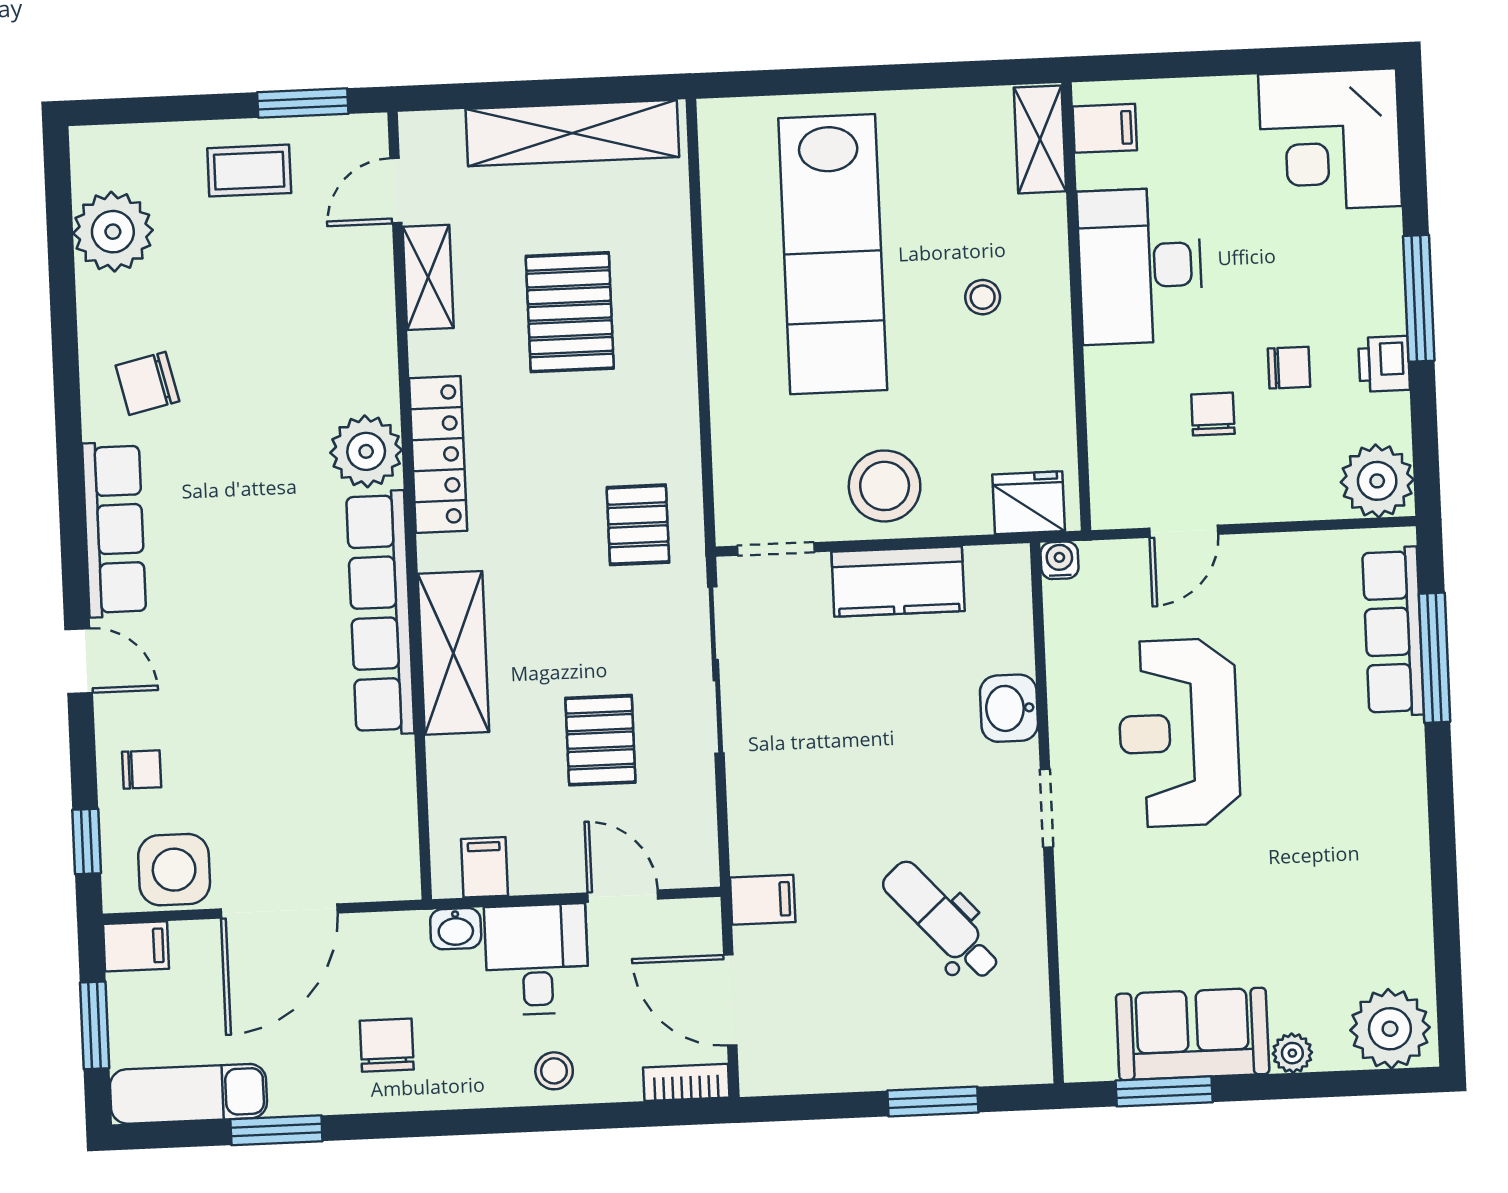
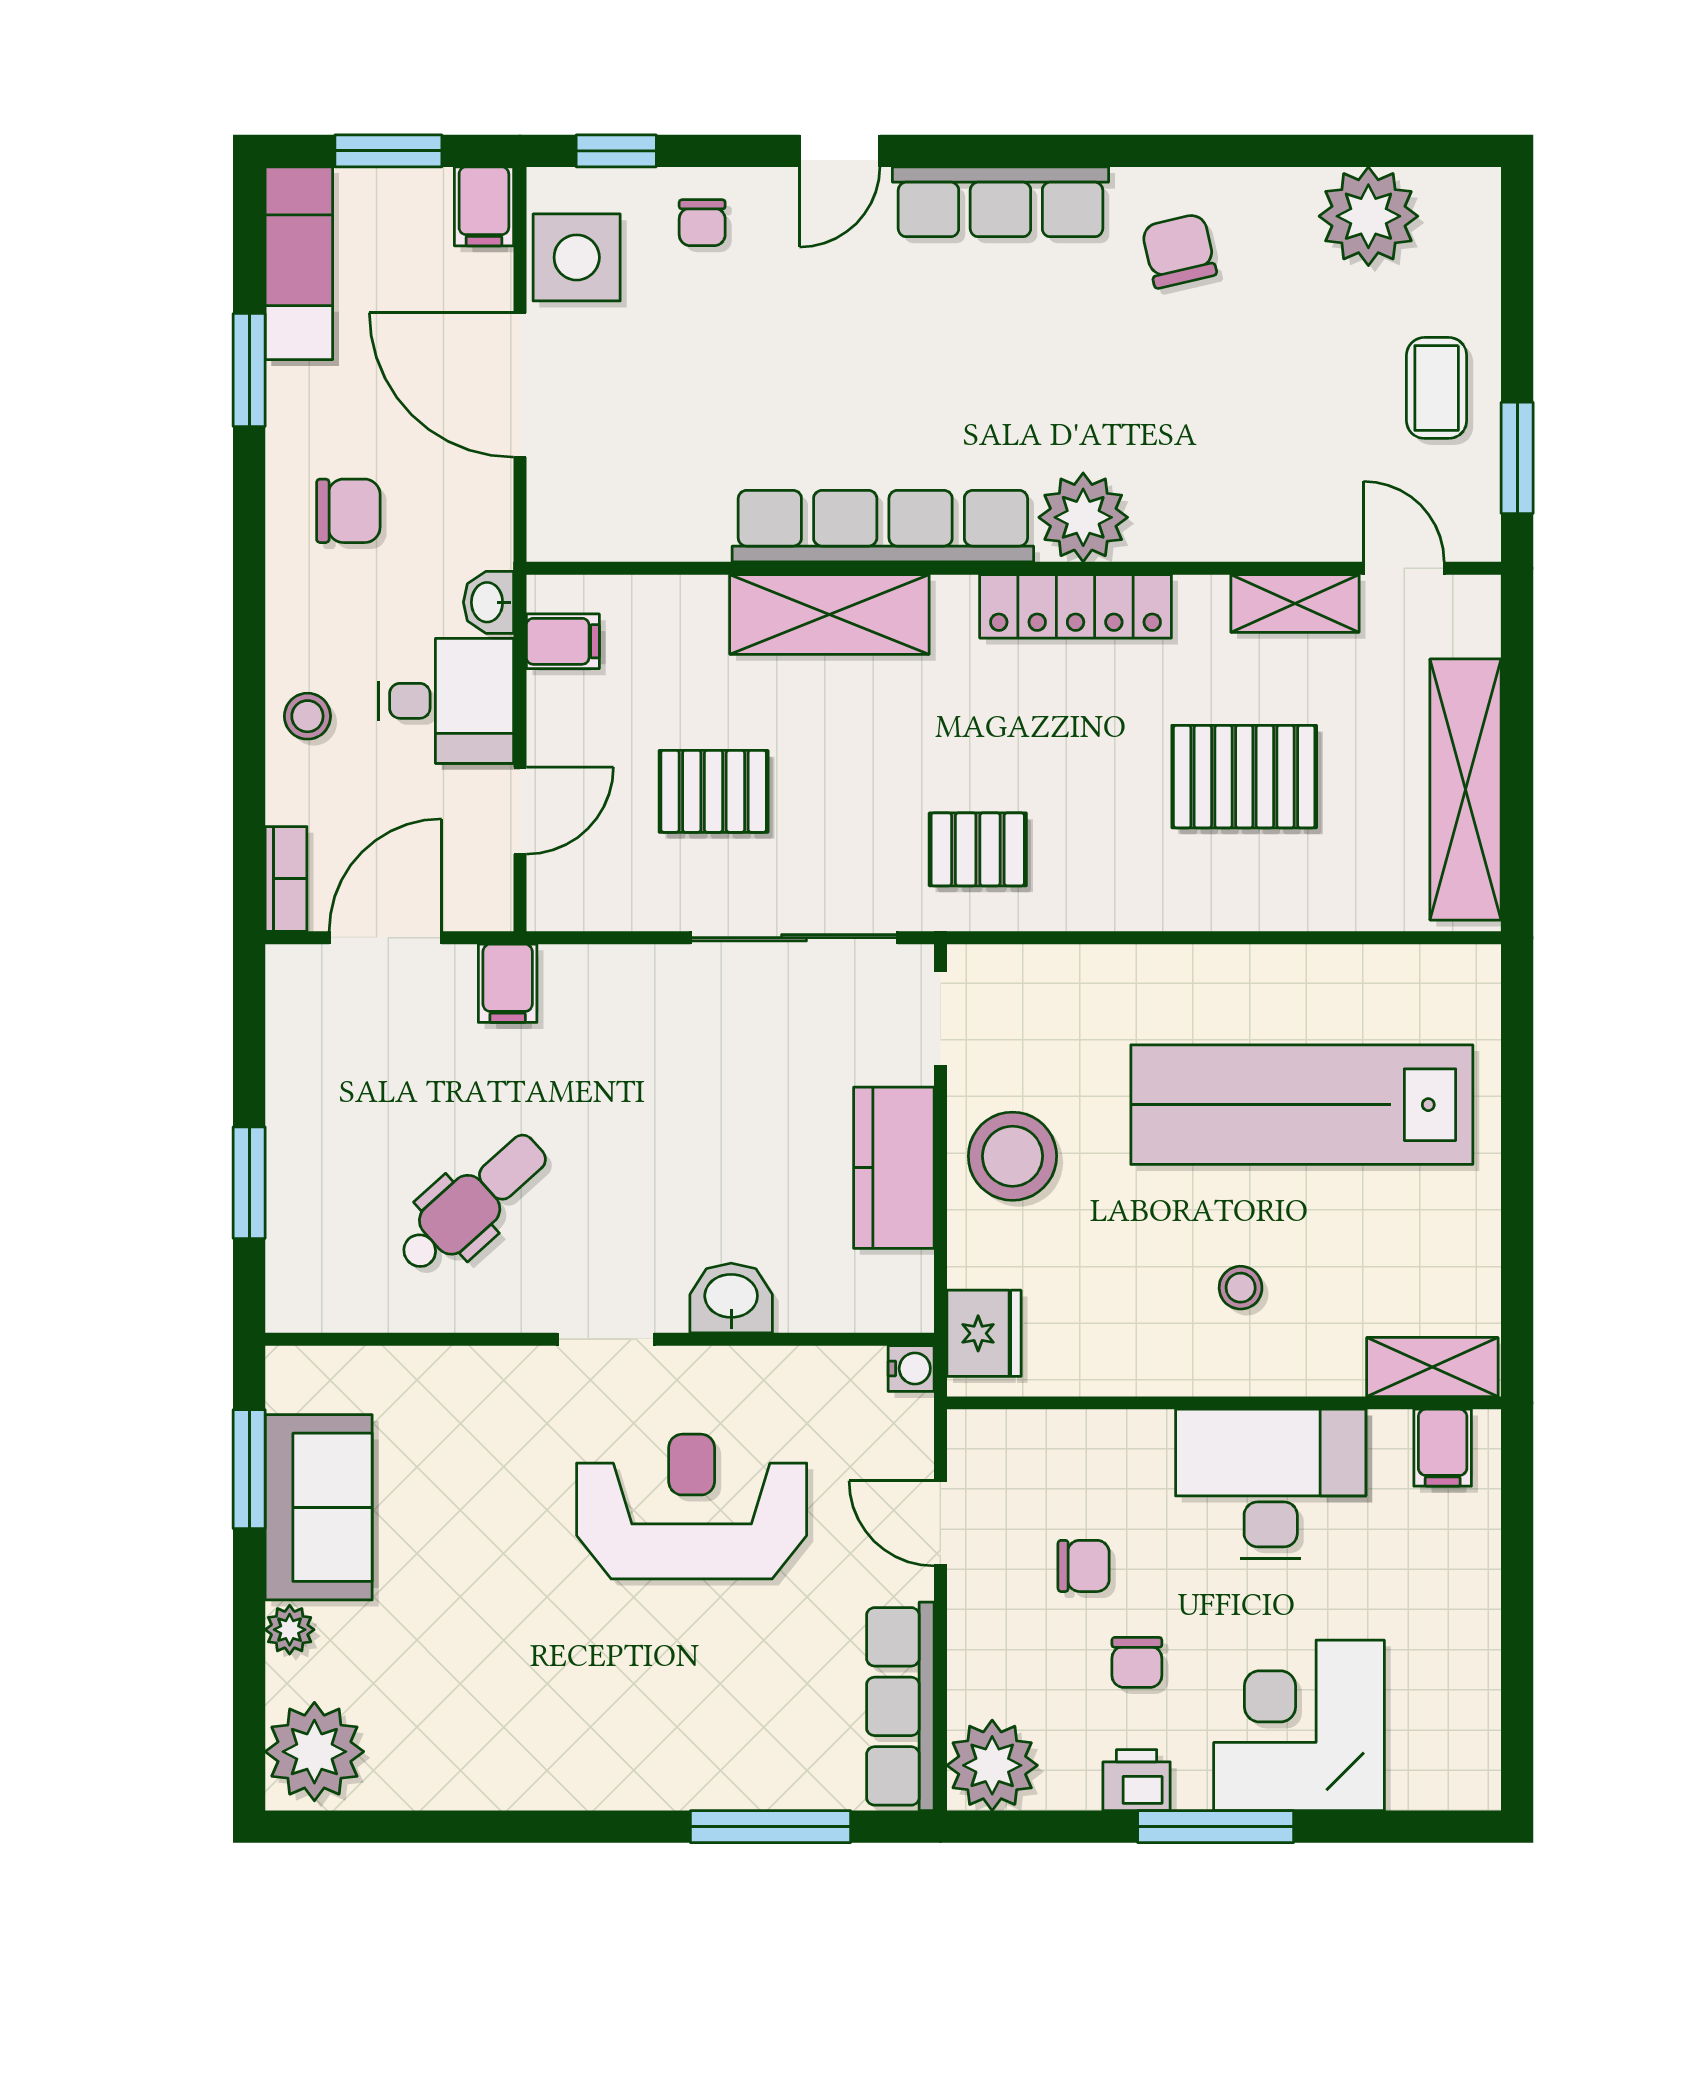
corner desk: (1330, 140) -> (1299, 1725), moved
row of seats: (1393, 632) -> (900, 1706), moved, turned -90

